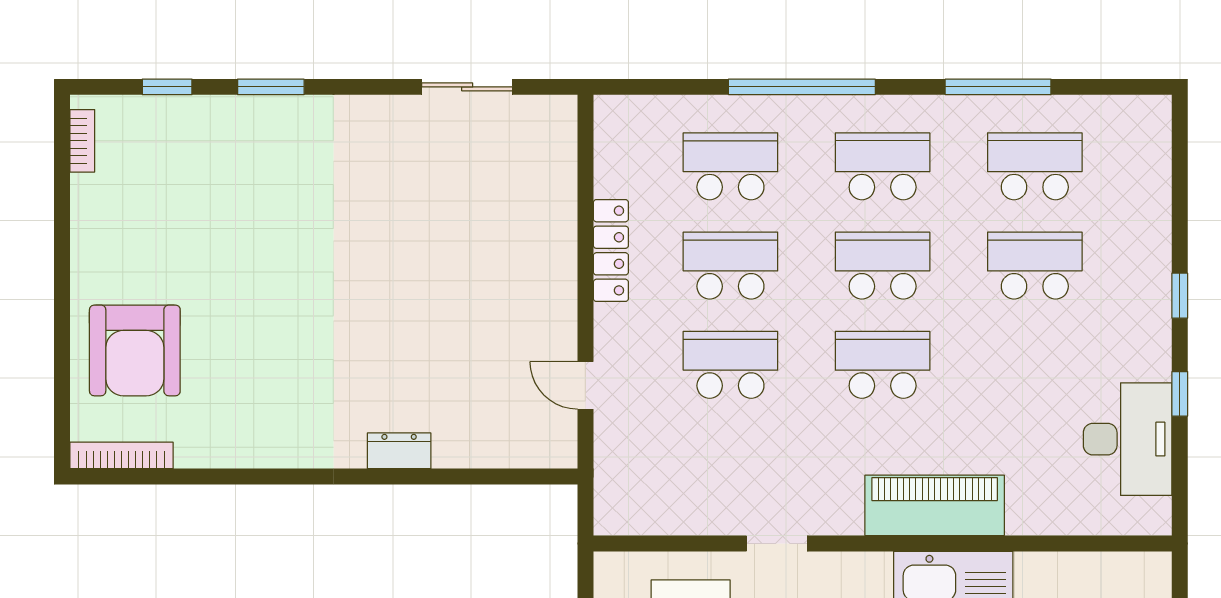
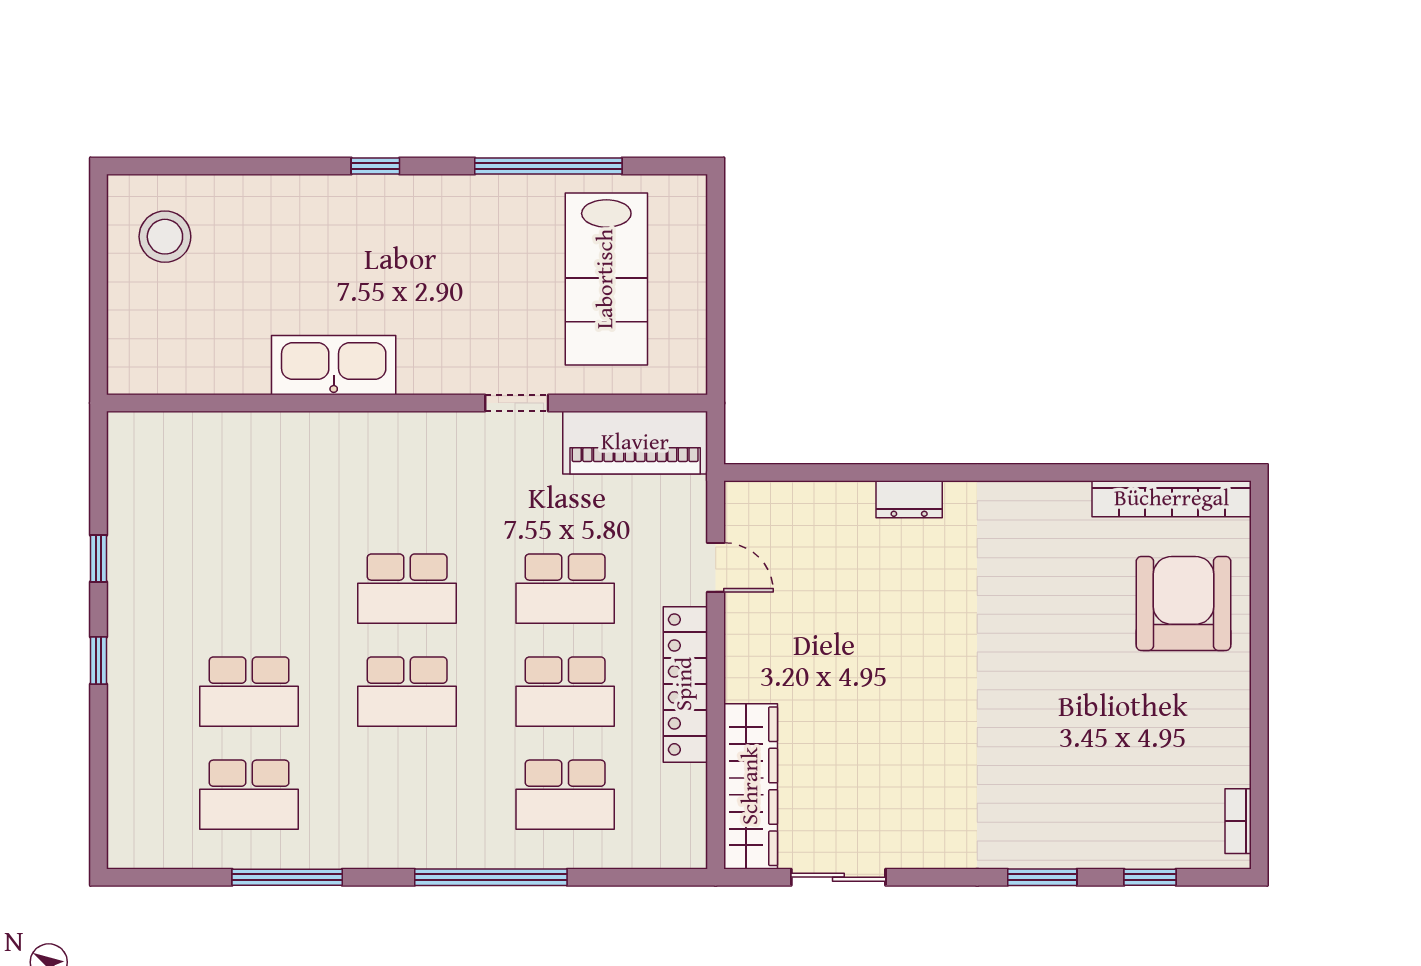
school desk: (883, 166) -> (407, 795), removed
wardrobe: (552, 174) -> (751, 786), added
locker: (611, 251) -> (685, 684), width x1.41, depth x1.21
desk: (1128, 439) -> (153, 511), removed
bookcase: (121, 455) -> (1172, 499), width x1.48, depth x1.31
piano: (935, 505) -> (635, 443), moved

